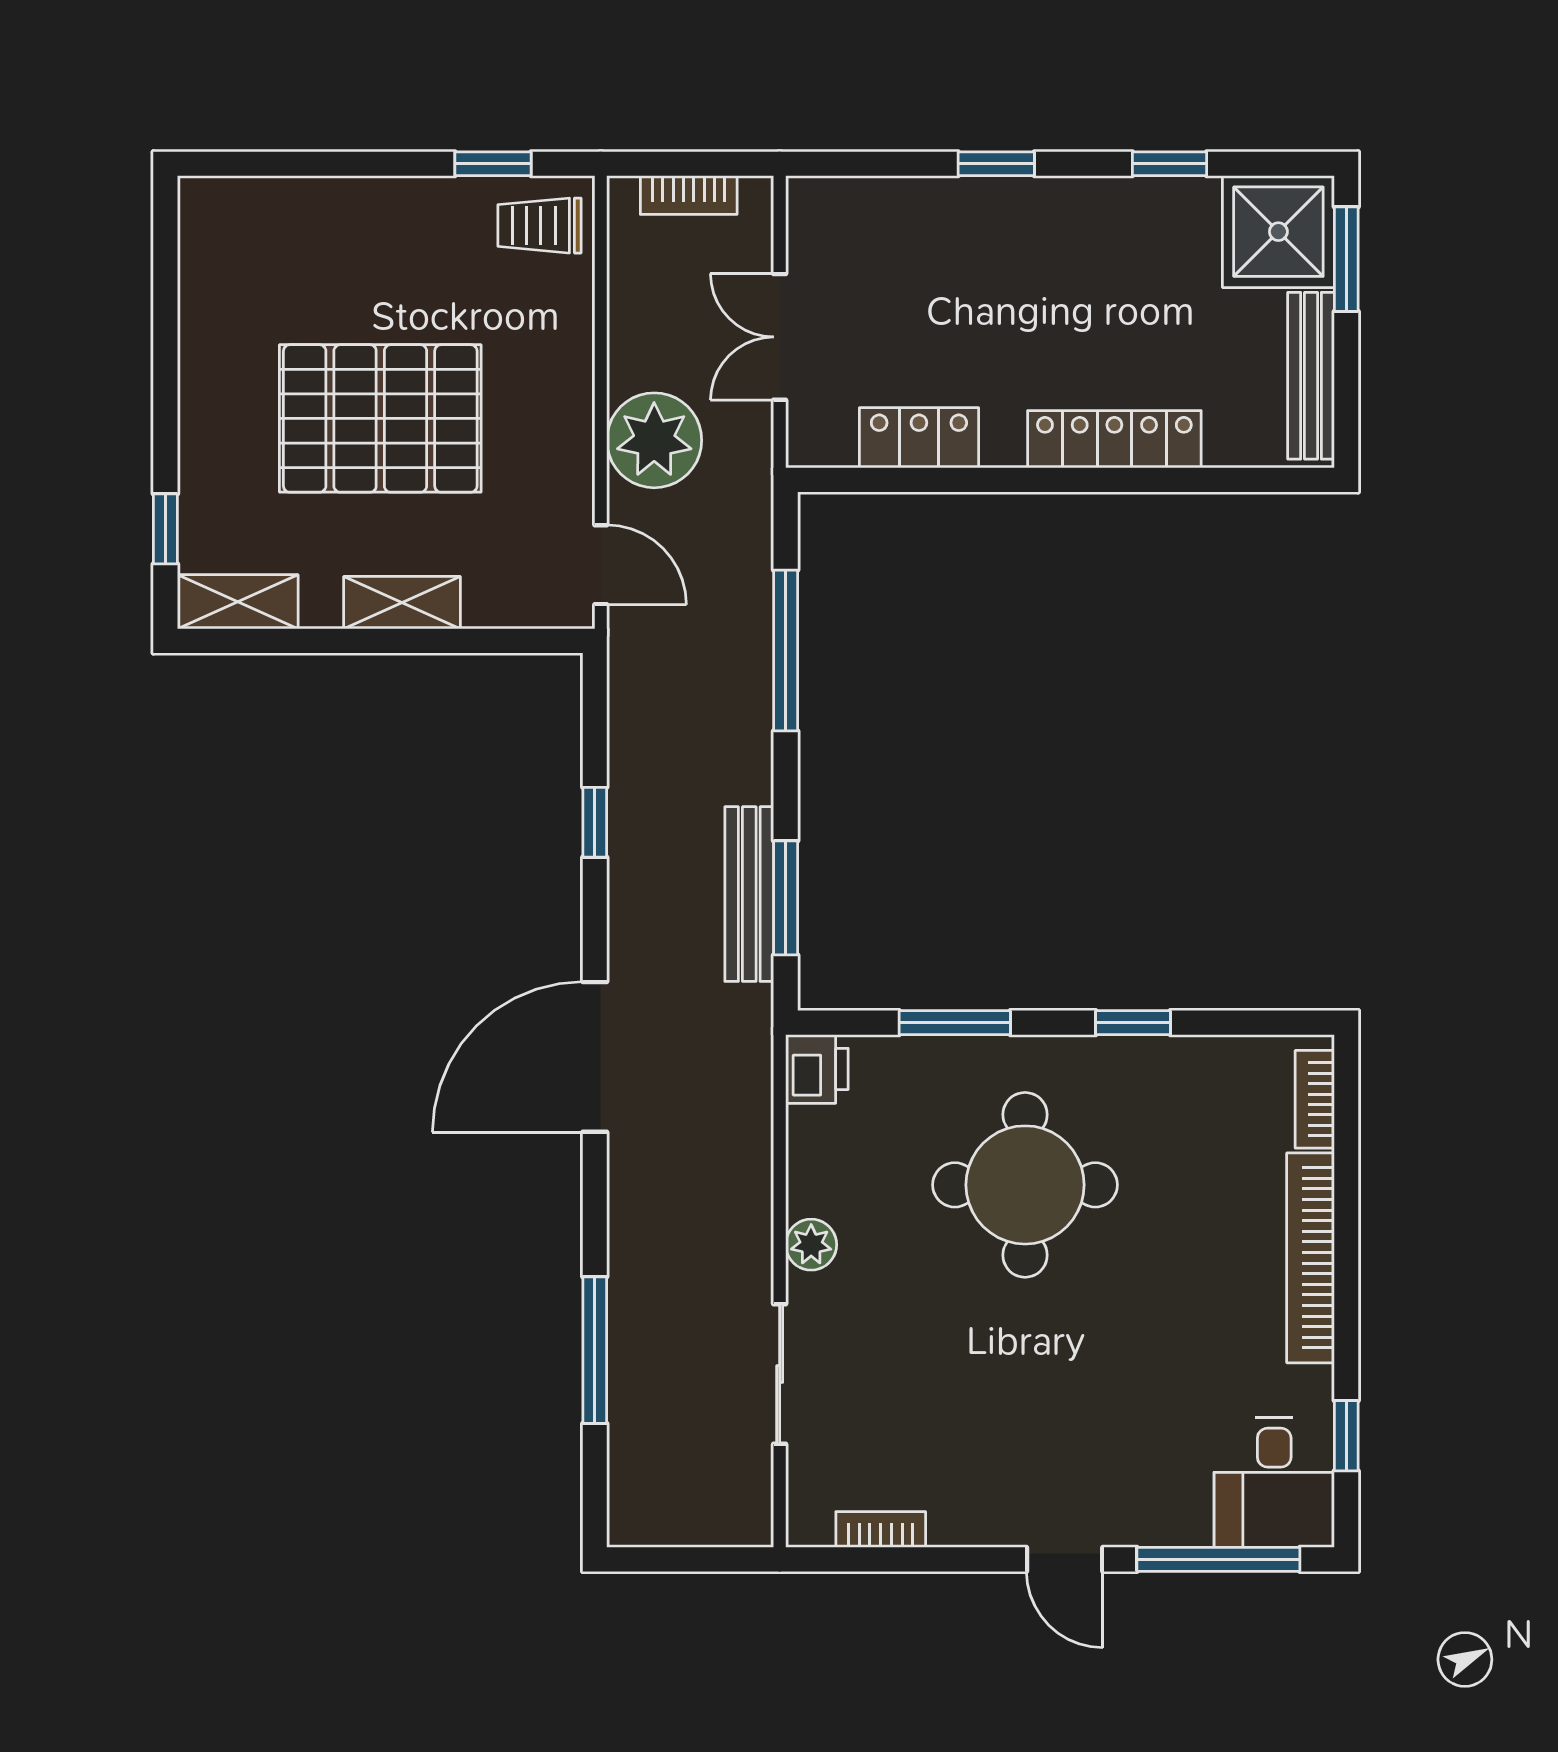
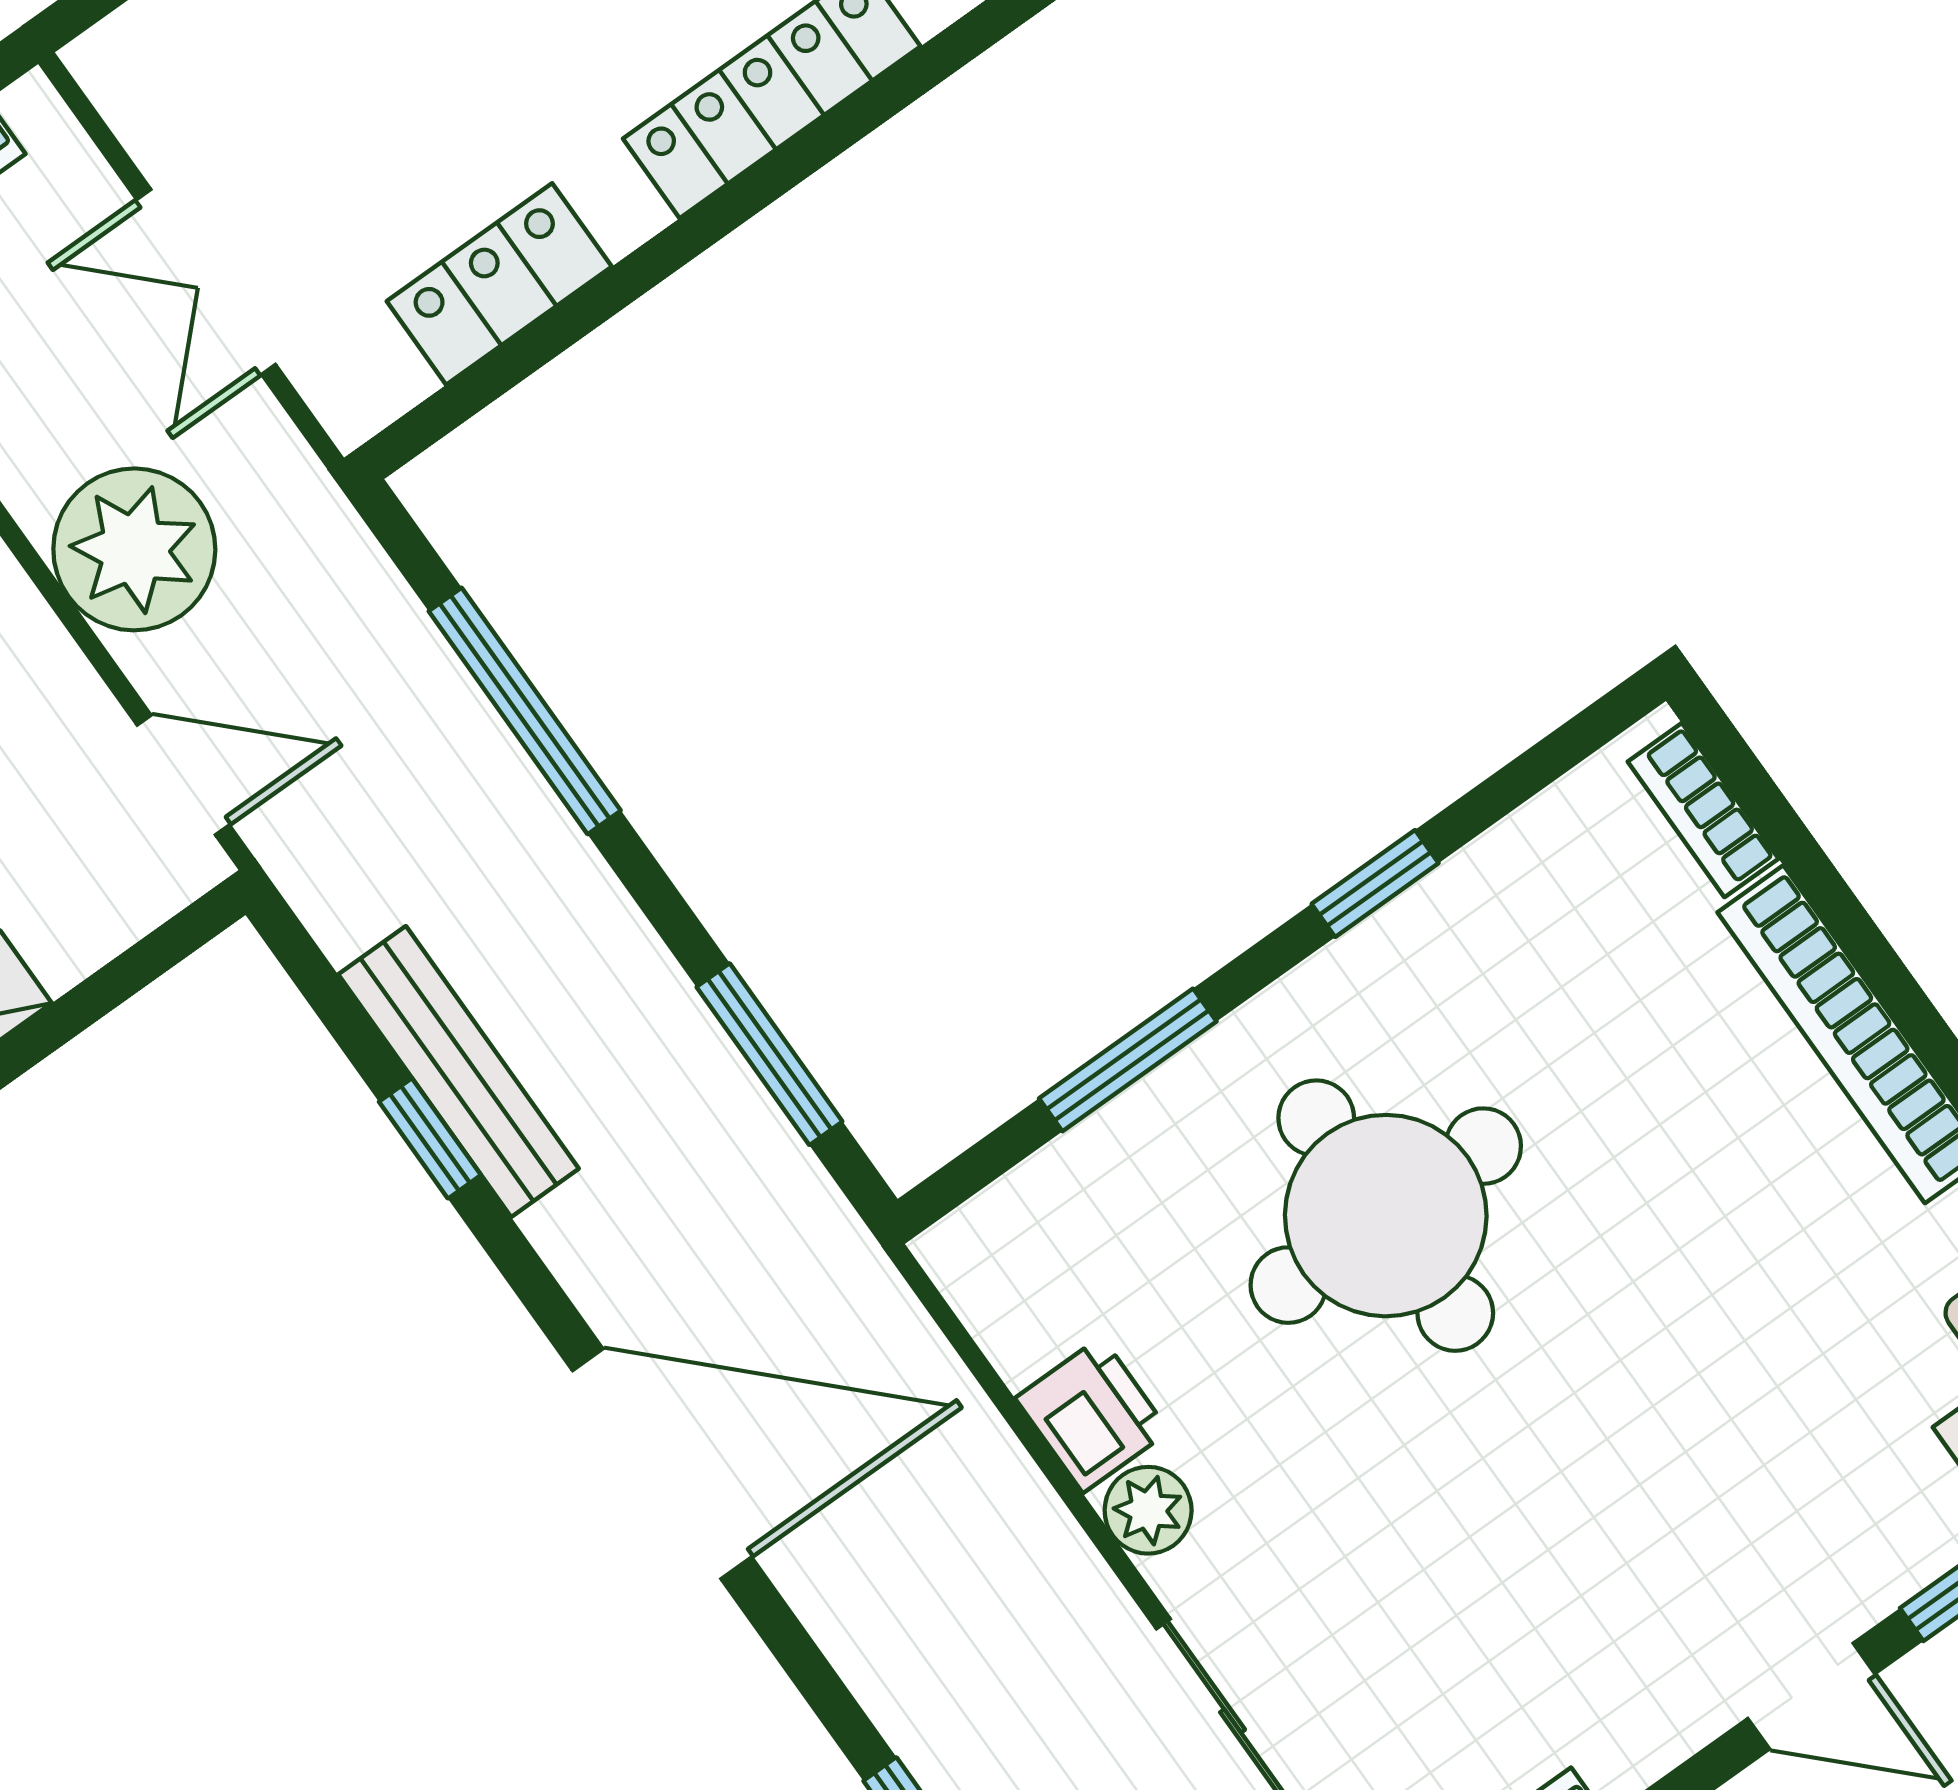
bench: (749, 894) -> (458, 1072), moved
door: (595, 1057) -> (662, 1464), swing flipped
printer: (817, 1069) -> (1092, 1415), moved

